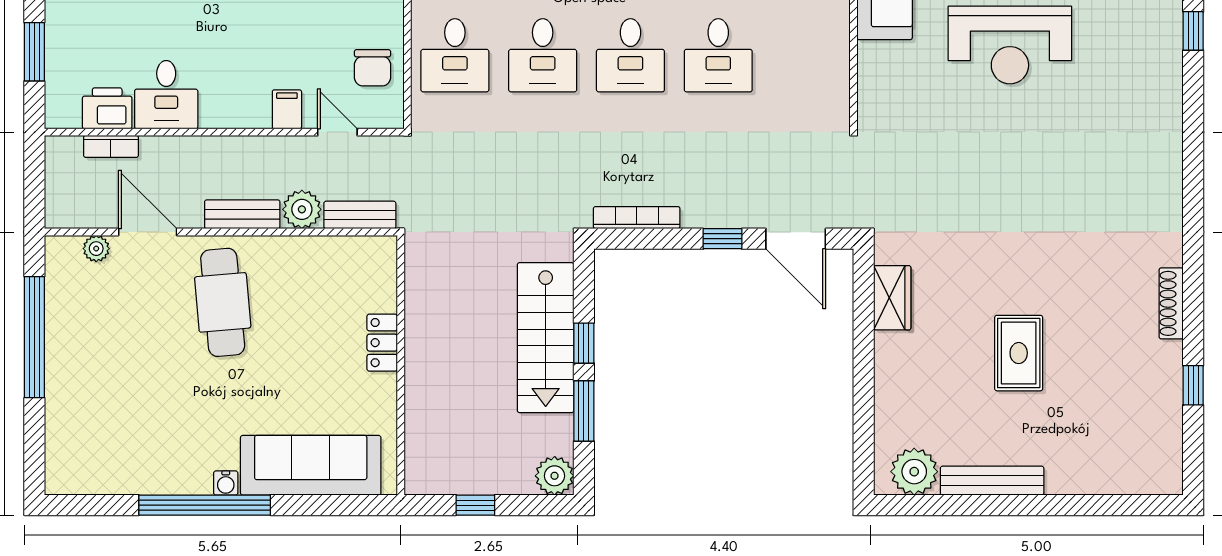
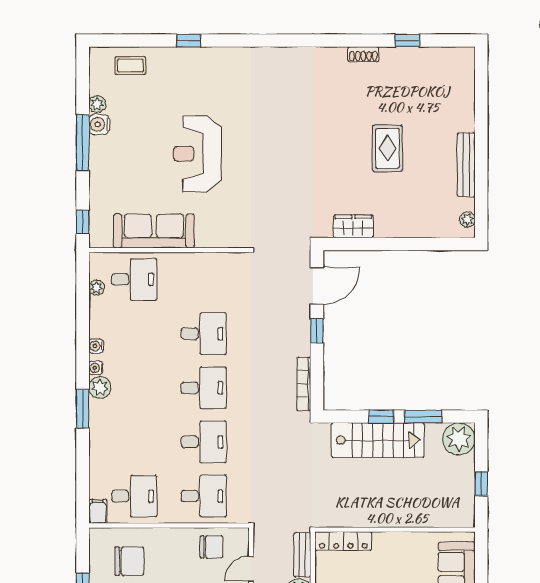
reception desk: (1010, 45) -> (197, 154), turned 180
shoe rack: (1171, 303) -> (363, 54), width x0.70
locker: (382, 343) -> (343, 541), moved, width x1.53
rug: (1019, 353) -> (387, 148), turned 90
plant: (914, 472) -> (467, 220), width x0.53, depth x0.53
plant: (555, 476) -> (459, 439), width x1.36, depth x1.36

